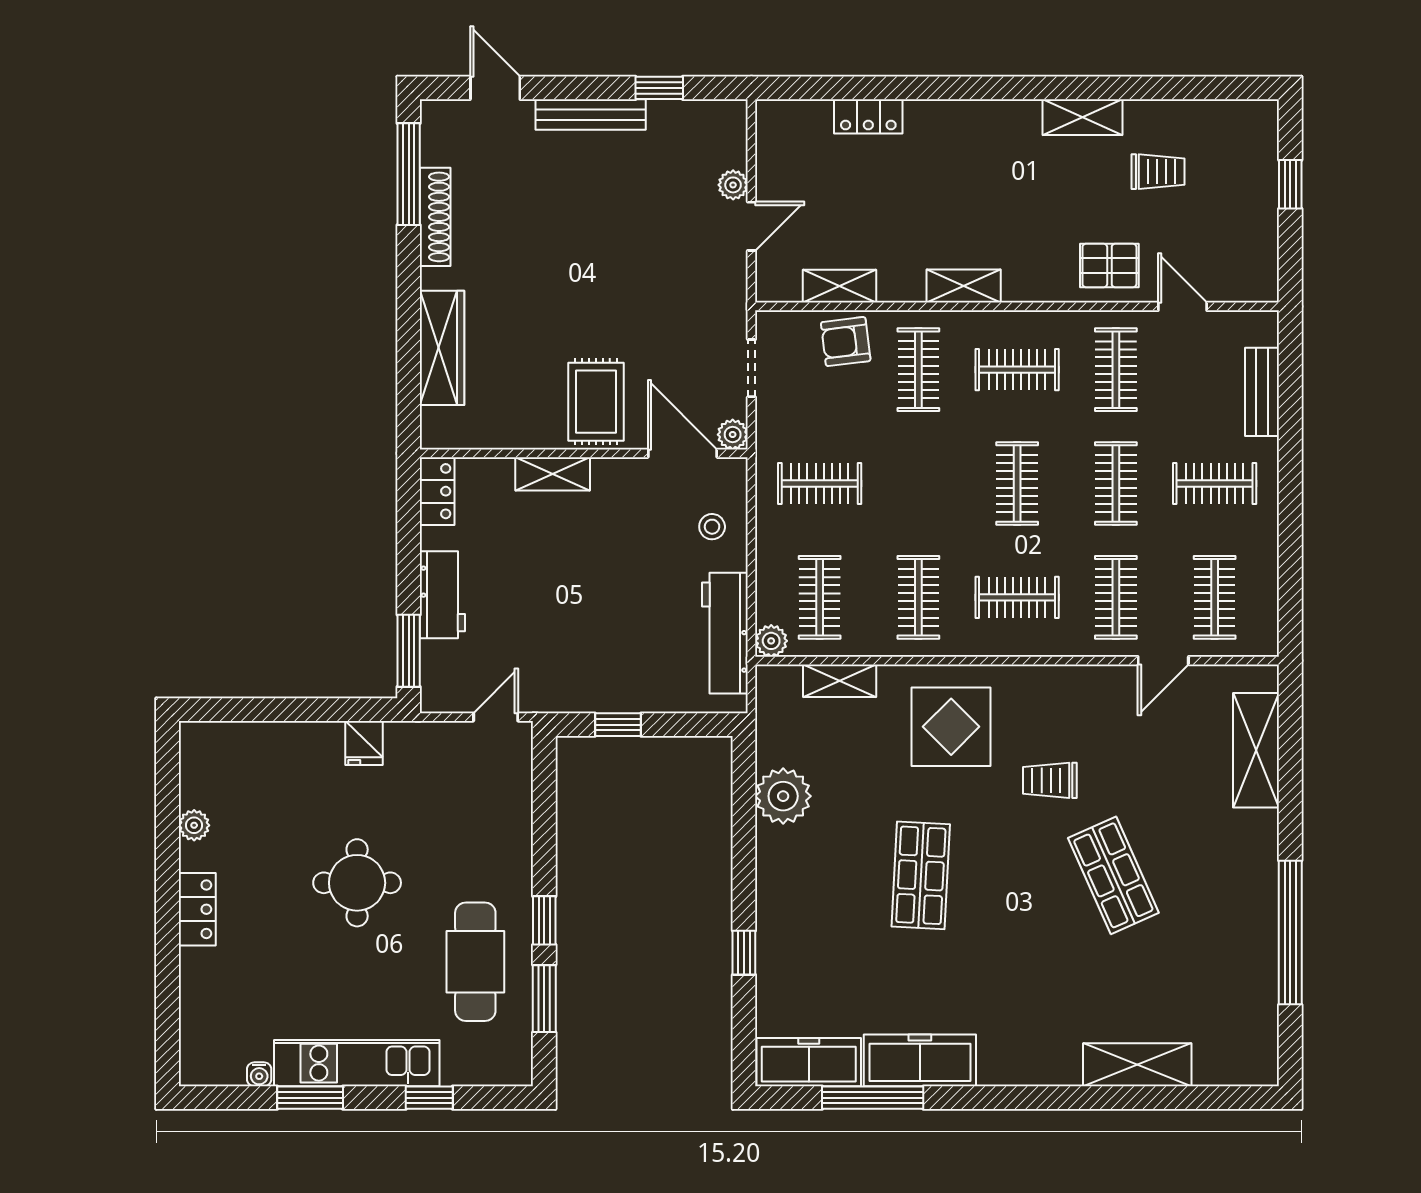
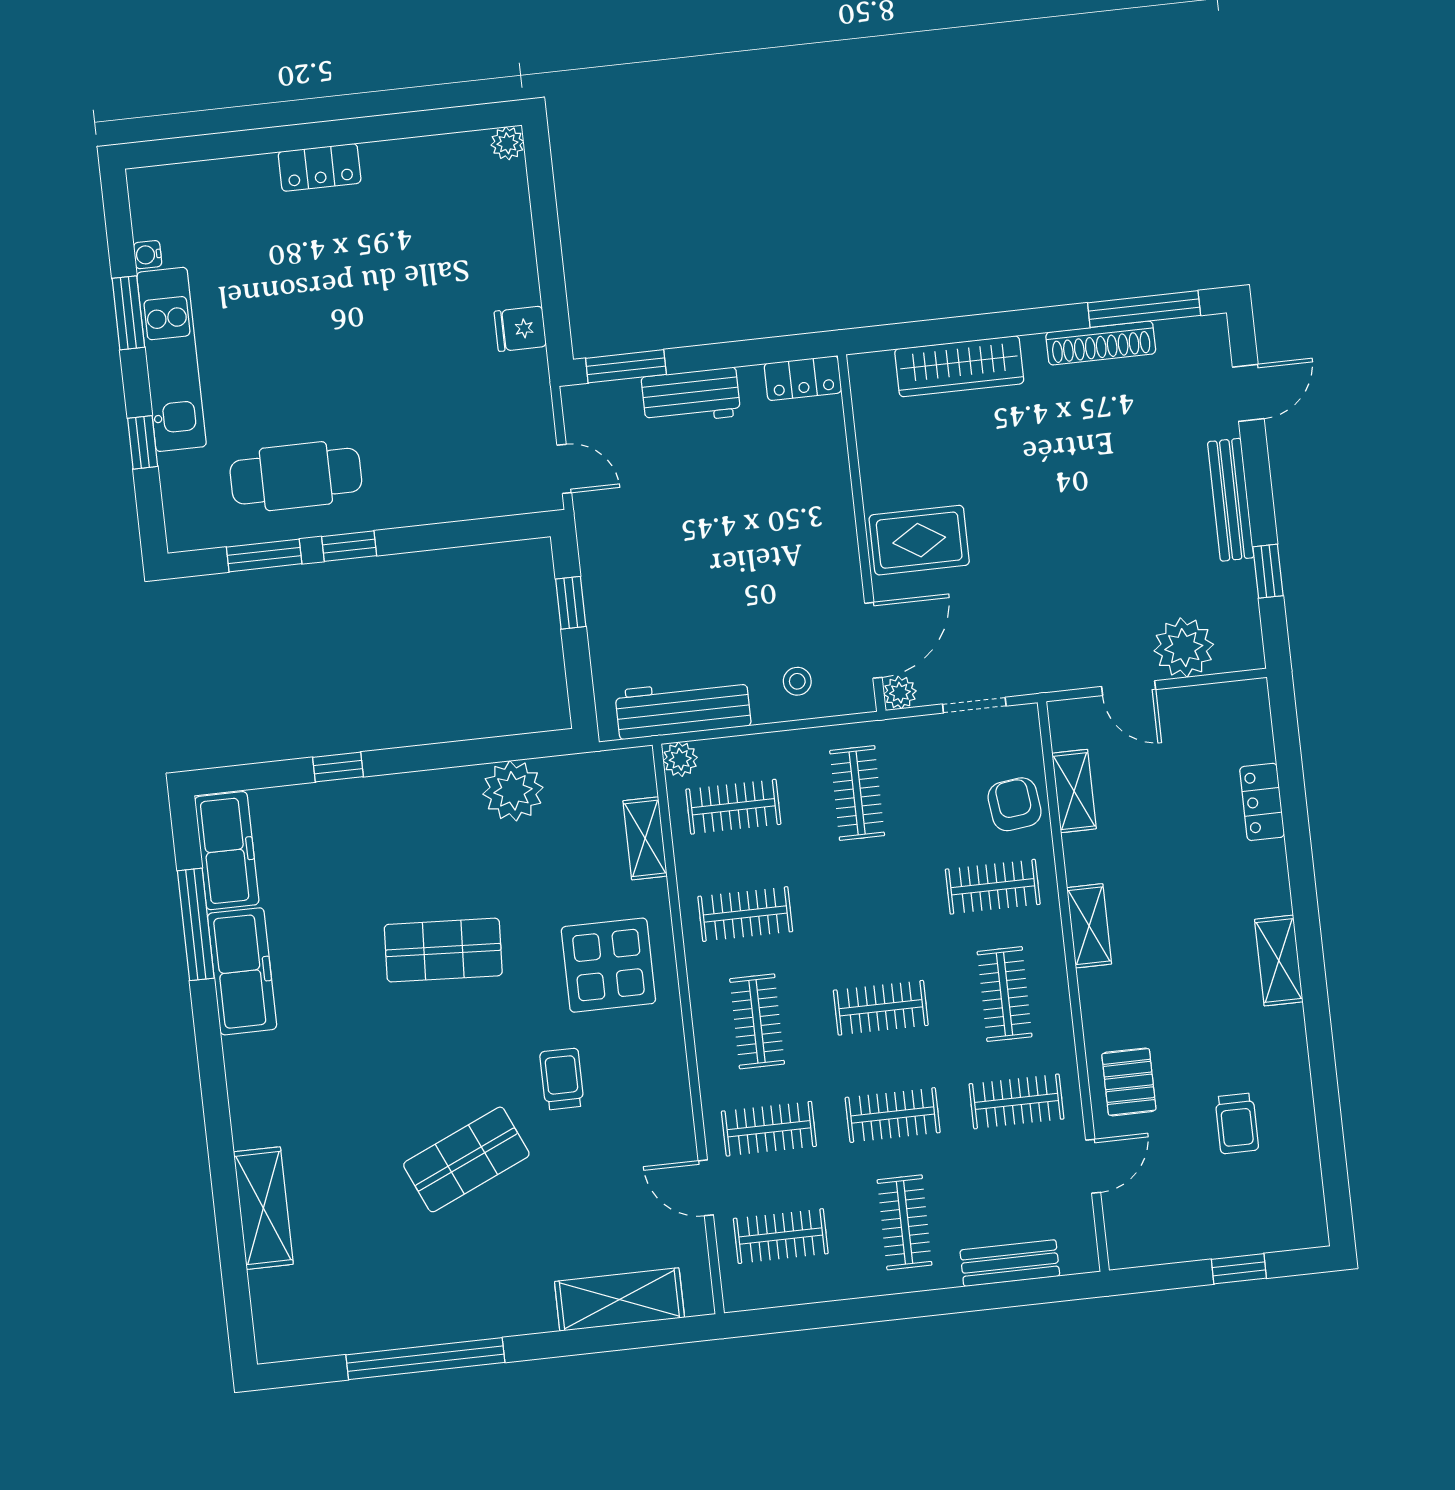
shelving: (1083, 117) -> (1279, 961), moved
plant: (733, 185) -> (1184, 648), width x1.87, depth x1.87
shelving: (553, 474) -> (835, 502), removed
plant: (194, 825) -> (507, 143), moved
round table: (357, 883) -> (368, 338), removed

